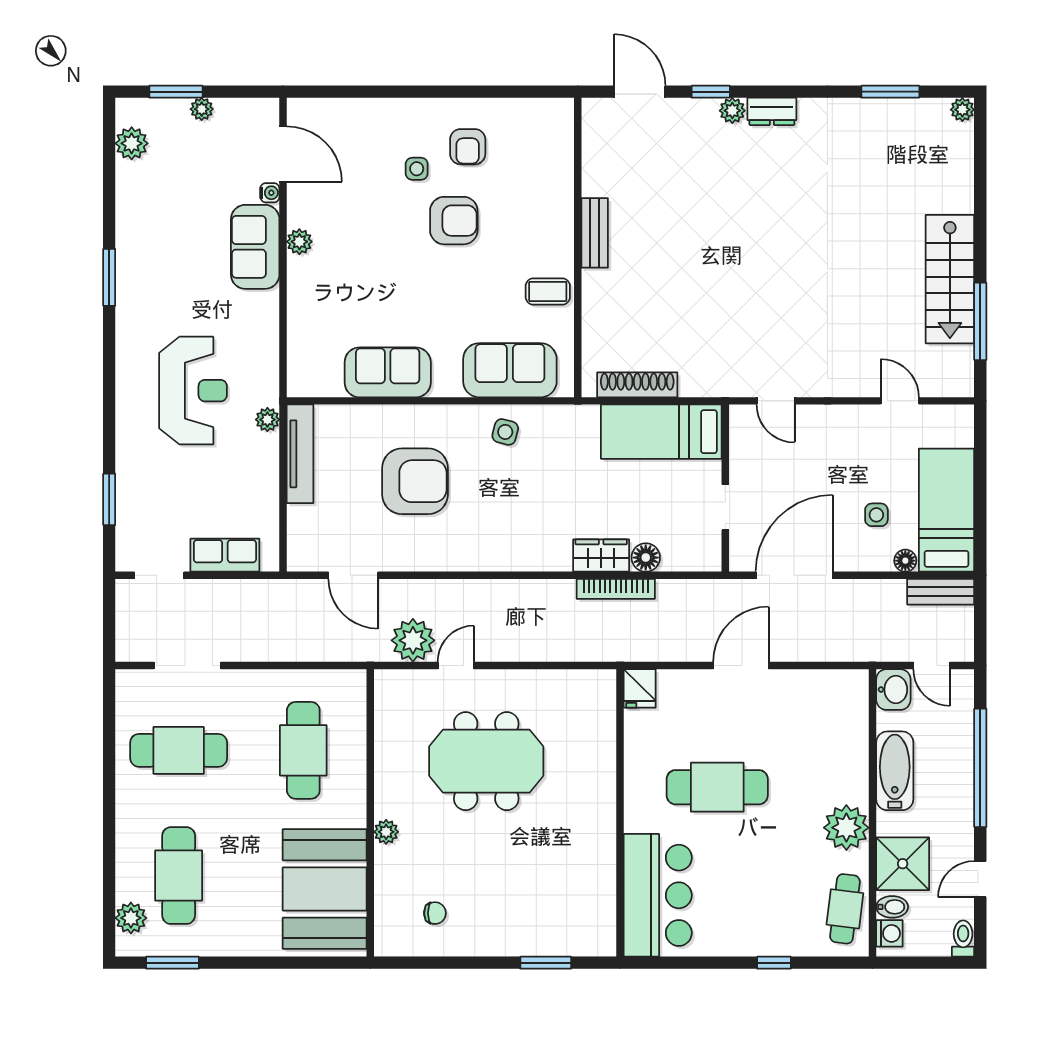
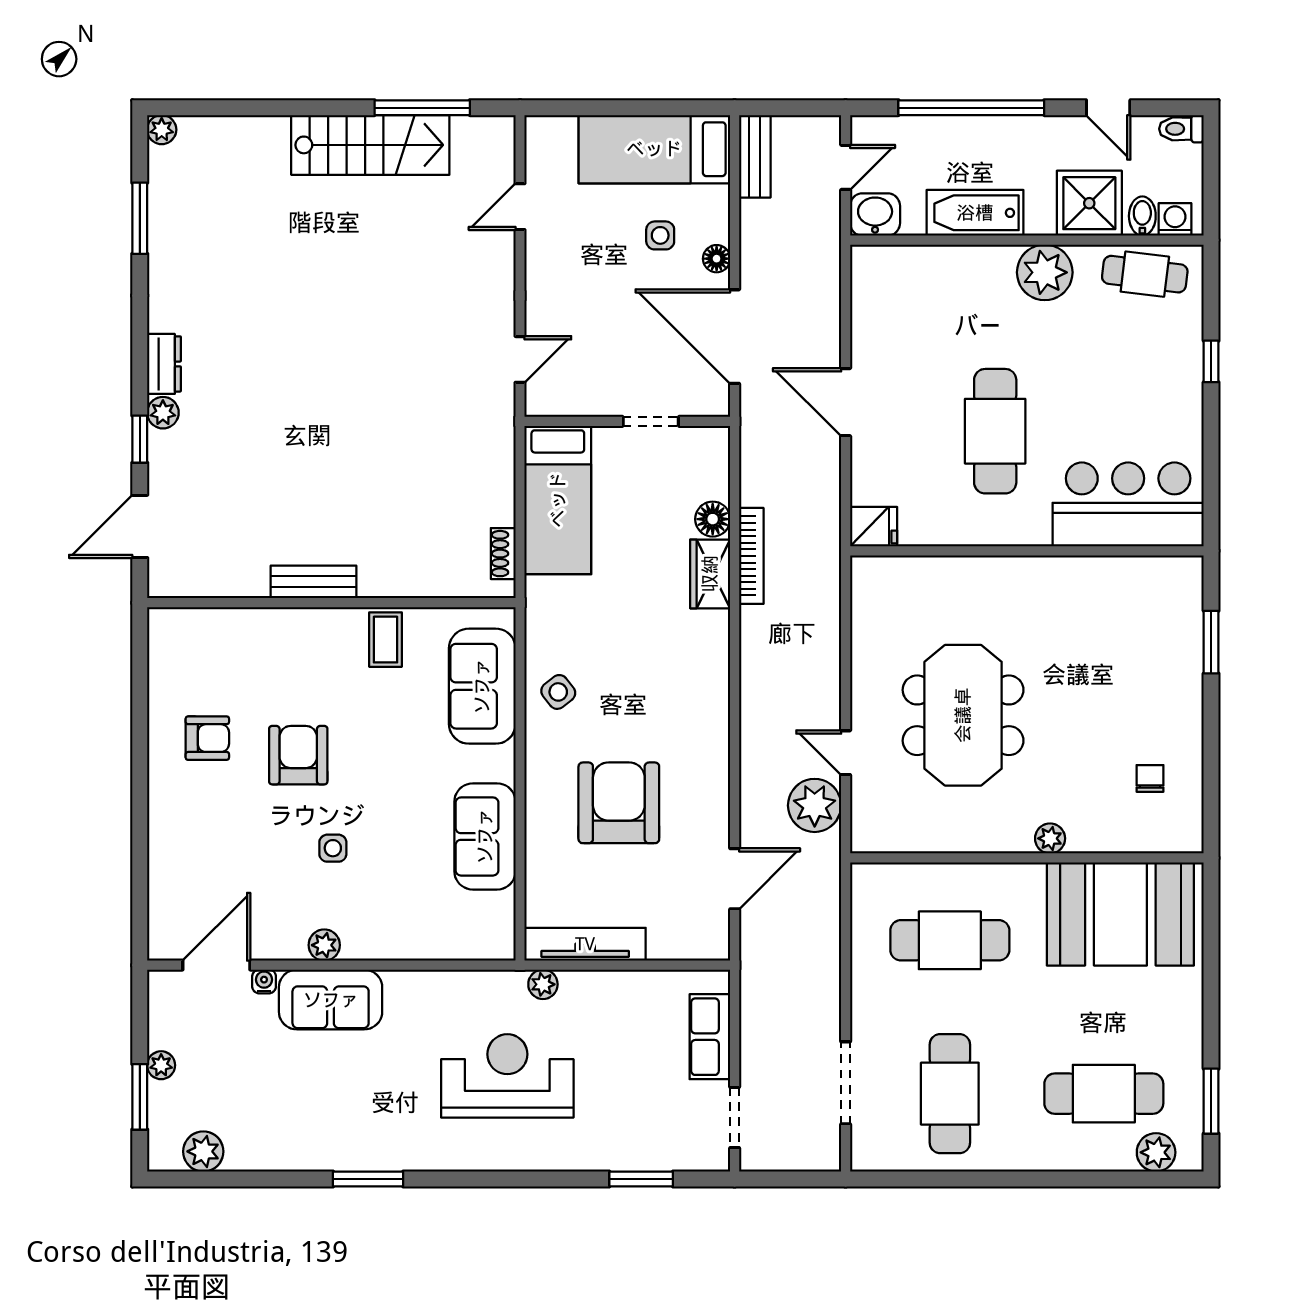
side table: (417, 169) -> (333, 848), moved
shoe rack: (637, 385) -> (503, 554), width x0.51, depth x0.81
side table: (505, 432) -> (558, 692), turned 37
floor lamp: (905, 561) -> (717, 259), moved

